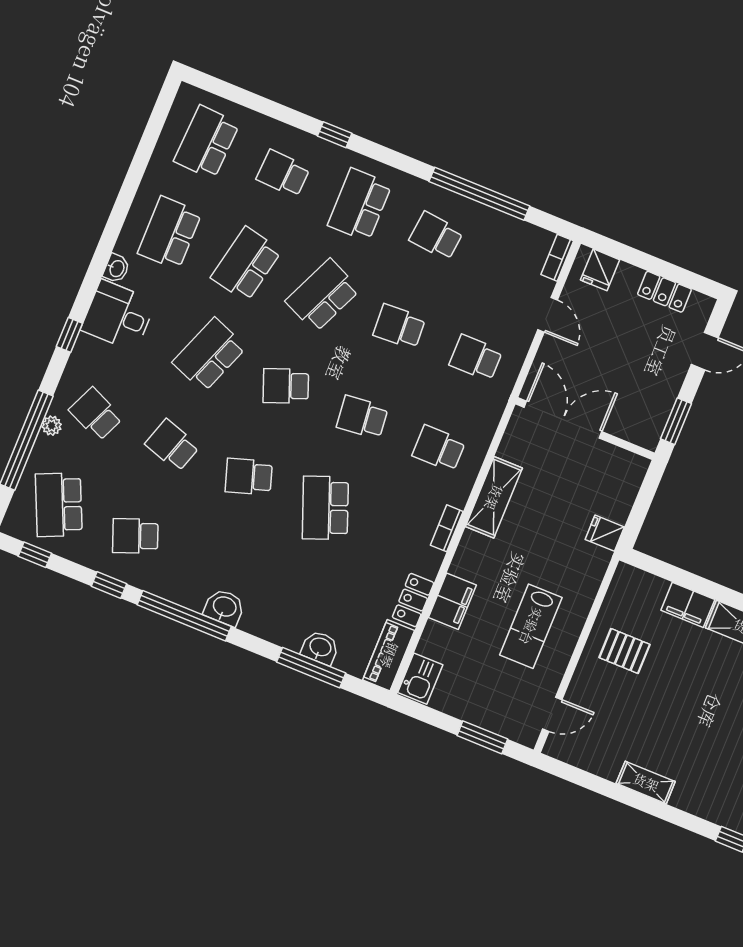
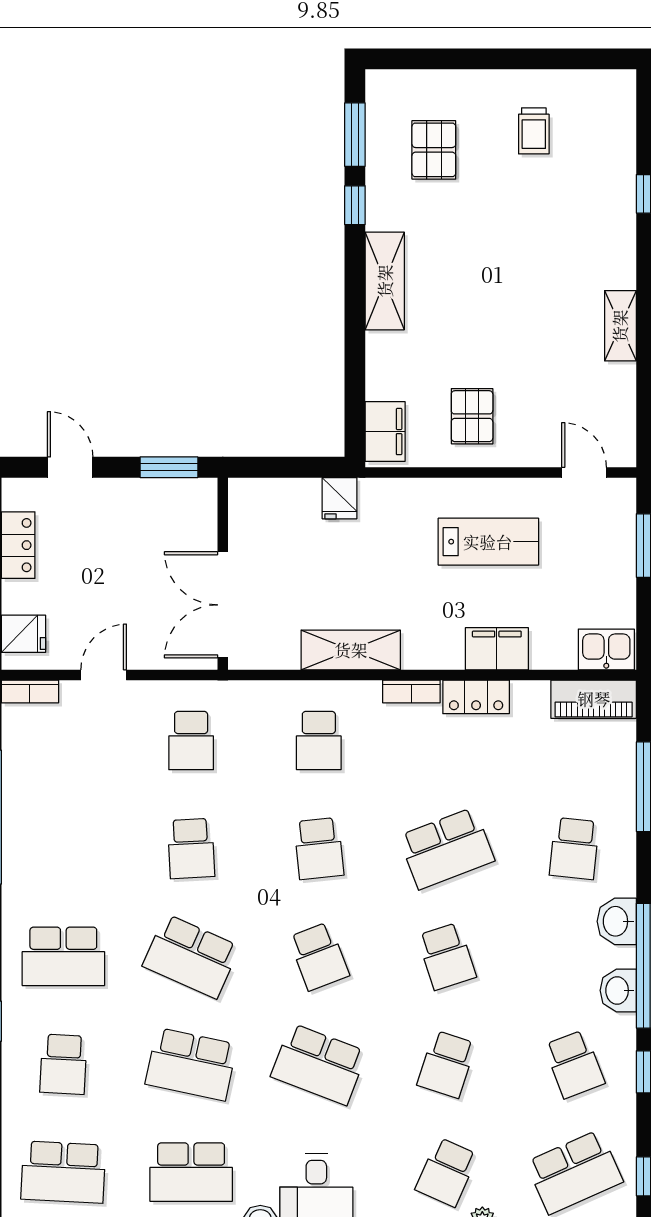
school desk: (436, 236) -> (574, 848), moved
locker: (413, 600) -> (476, 697), moved
filing cabinet: (688, 605) -> (385, 432), moved
washbasin: (320, 648) -> (618, 990), moved

